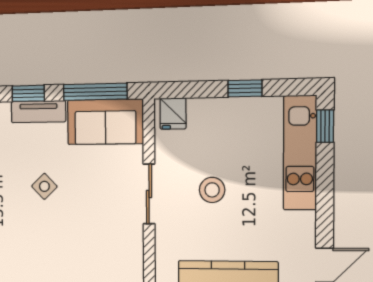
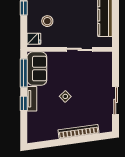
stool: (212, 190) -> (47, 21), moved
sliding door: (149, 194) -> (80, 49), moved

